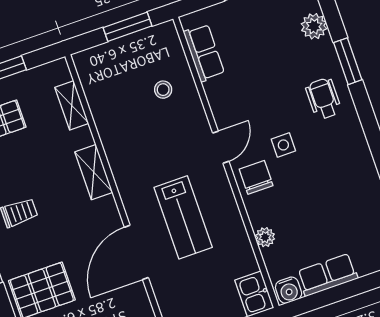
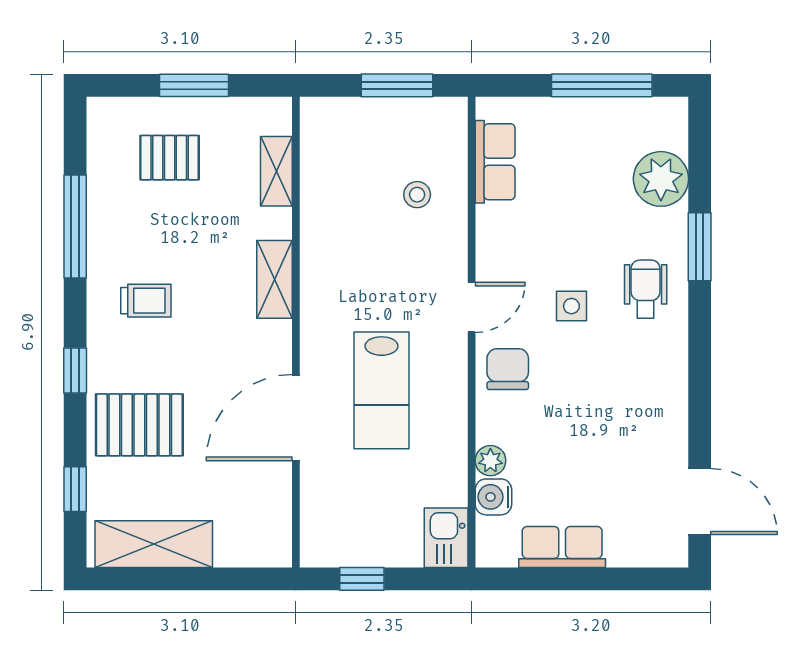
plant: (314, 26) -> (661, 179), width x1.36, depth x1.36
side table: (283, 145) -> (571, 306), moved
water cooler: (289, 290) -> (493, 497), moved, turned 90

